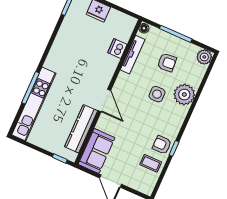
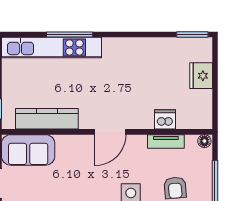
tv unit: (133, 55) -> (166, 141), width x0.71
door: (104, 100) -> (110, 132), moved

